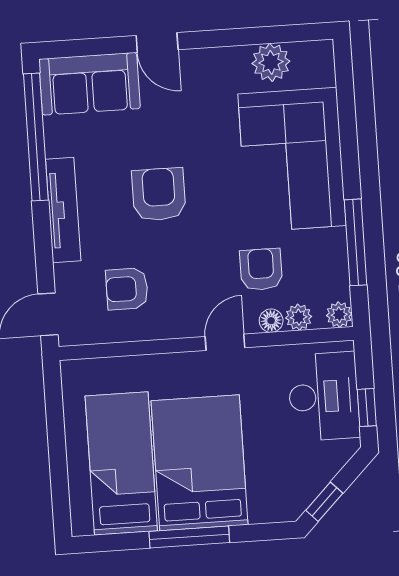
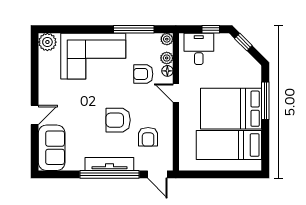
plant: (271, 62) -> (47, 42), moved
window: (36, 137) -> (109, 174), moved
armchair: (159, 194) -> (118, 120), moved
desk: (324, 396) -> (199, 49), width x0.73
window: (324, 502) -> (243, 42), moved
window: (189, 537) -> (265, 101), moved

